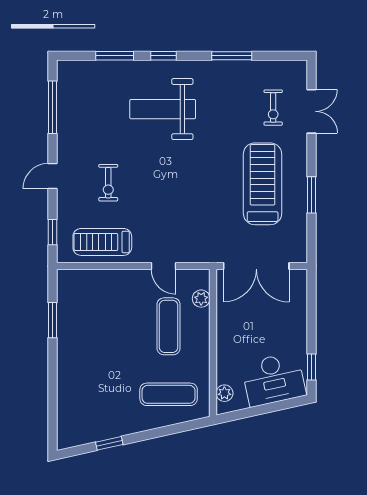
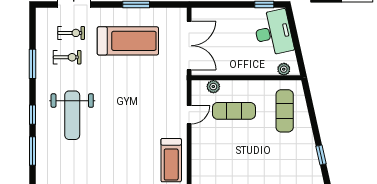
exercise bike: (108, 183) -> (67, 57), moved
treadmill: (263, 184) -> (128, 41), turned 180

